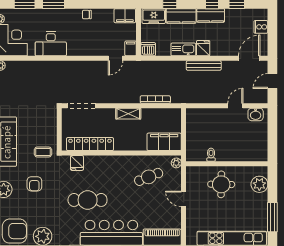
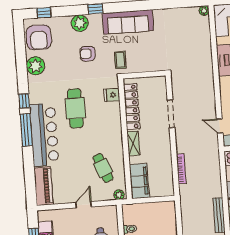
doorway: (81, 106) -> (171, 114), moved
shelving: (128, 114) -> (133, 143), moved

